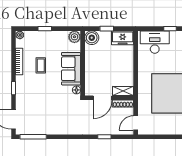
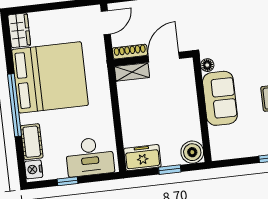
plant: (74, 37) -> (220, 150), removed

